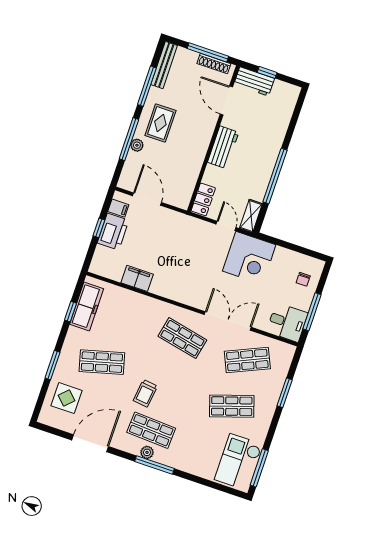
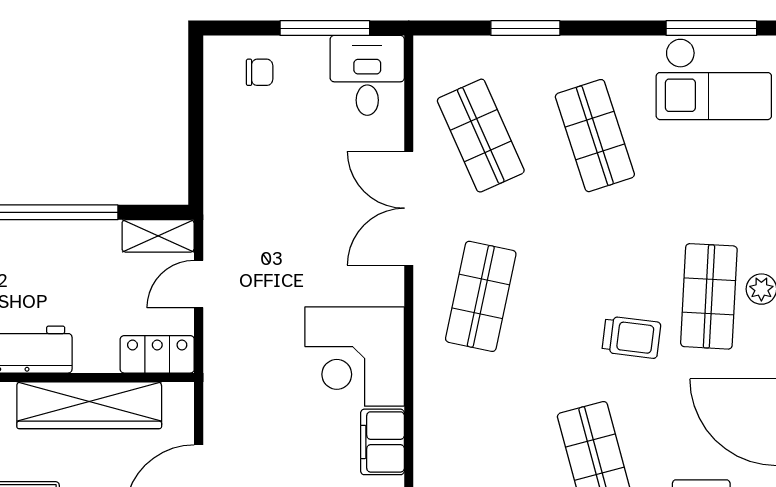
wardrobe: (192, 165) -> (89, 405), added
corner desk: (249, 258) -> (355, 357), moved, turned 180

